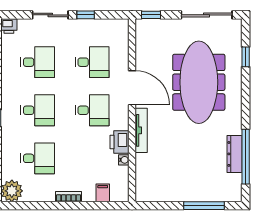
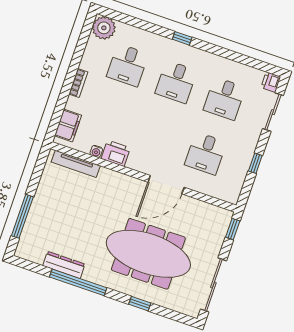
sliding door: (50, 15) -> (273, 112), moved
window: (246, 57) -> (140, 304), moved
desk: (92, 110) -> (157, 137), removed
tv unit: (141, 130) -> (76, 164), moved
window: (246, 157) -> (78, 282), moved
filing cabinet: (103, 193) -> (68, 125), width x2.00

